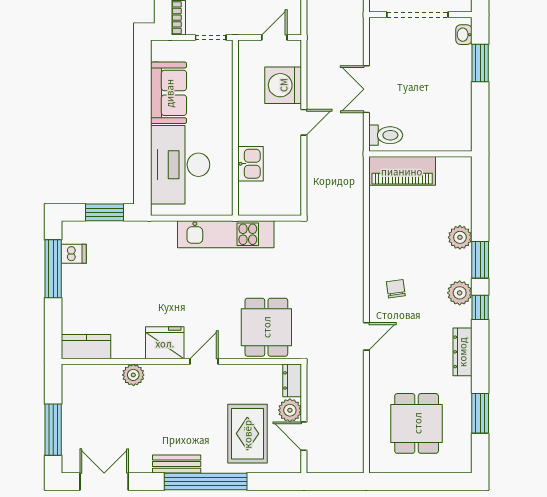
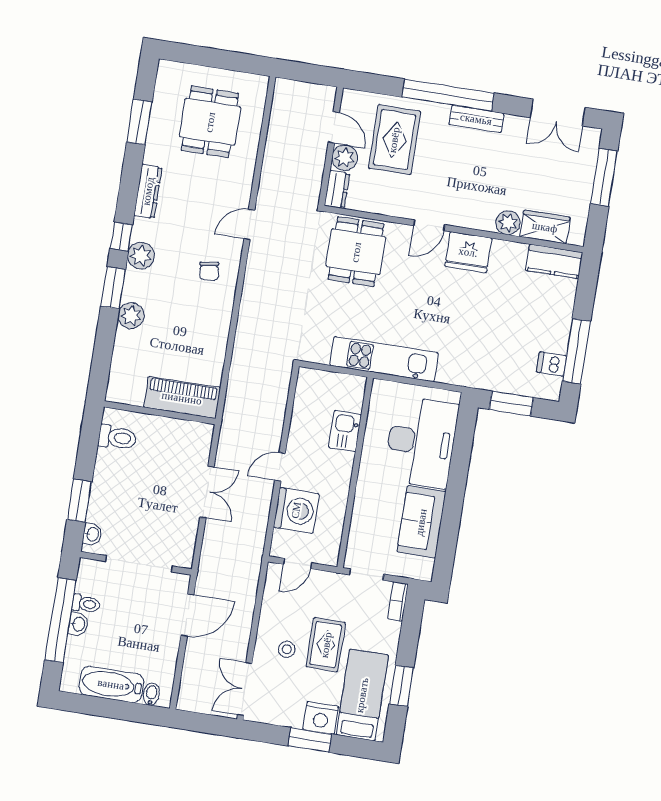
toilet: (386, 135) -> (117, 438), moved, turned 180
wardrobe: (99, 376) -> (545, 227), added

